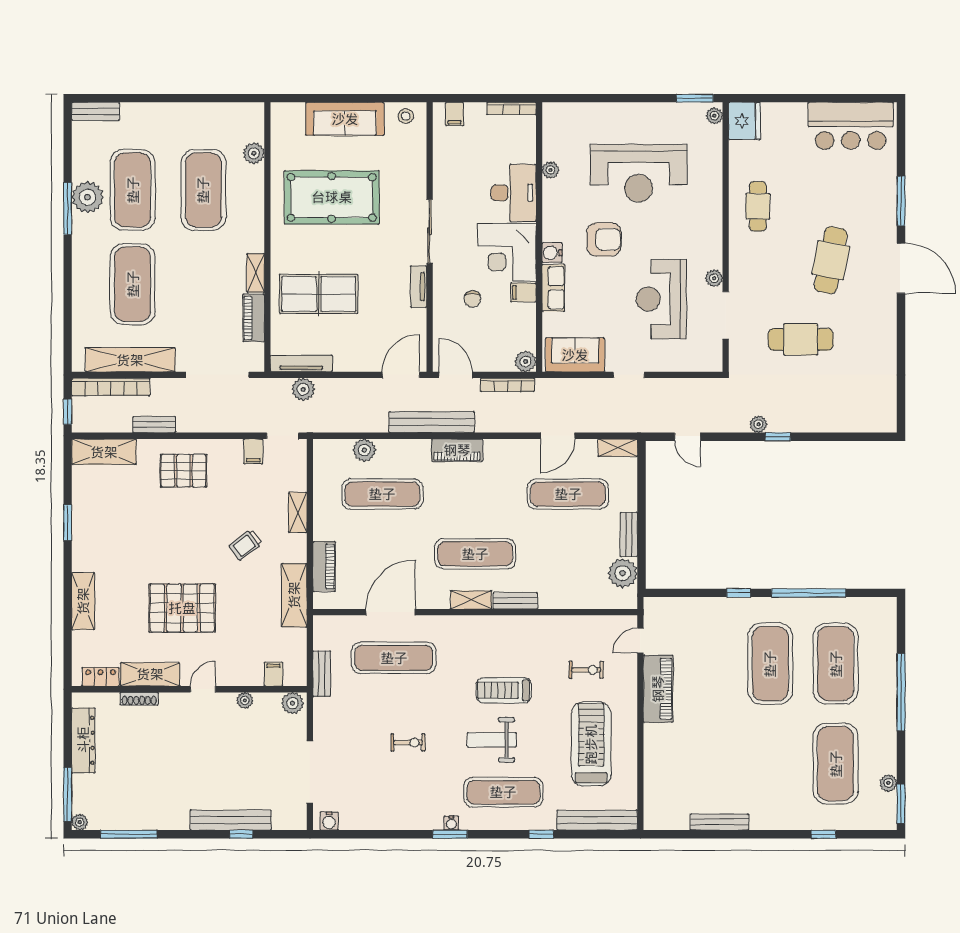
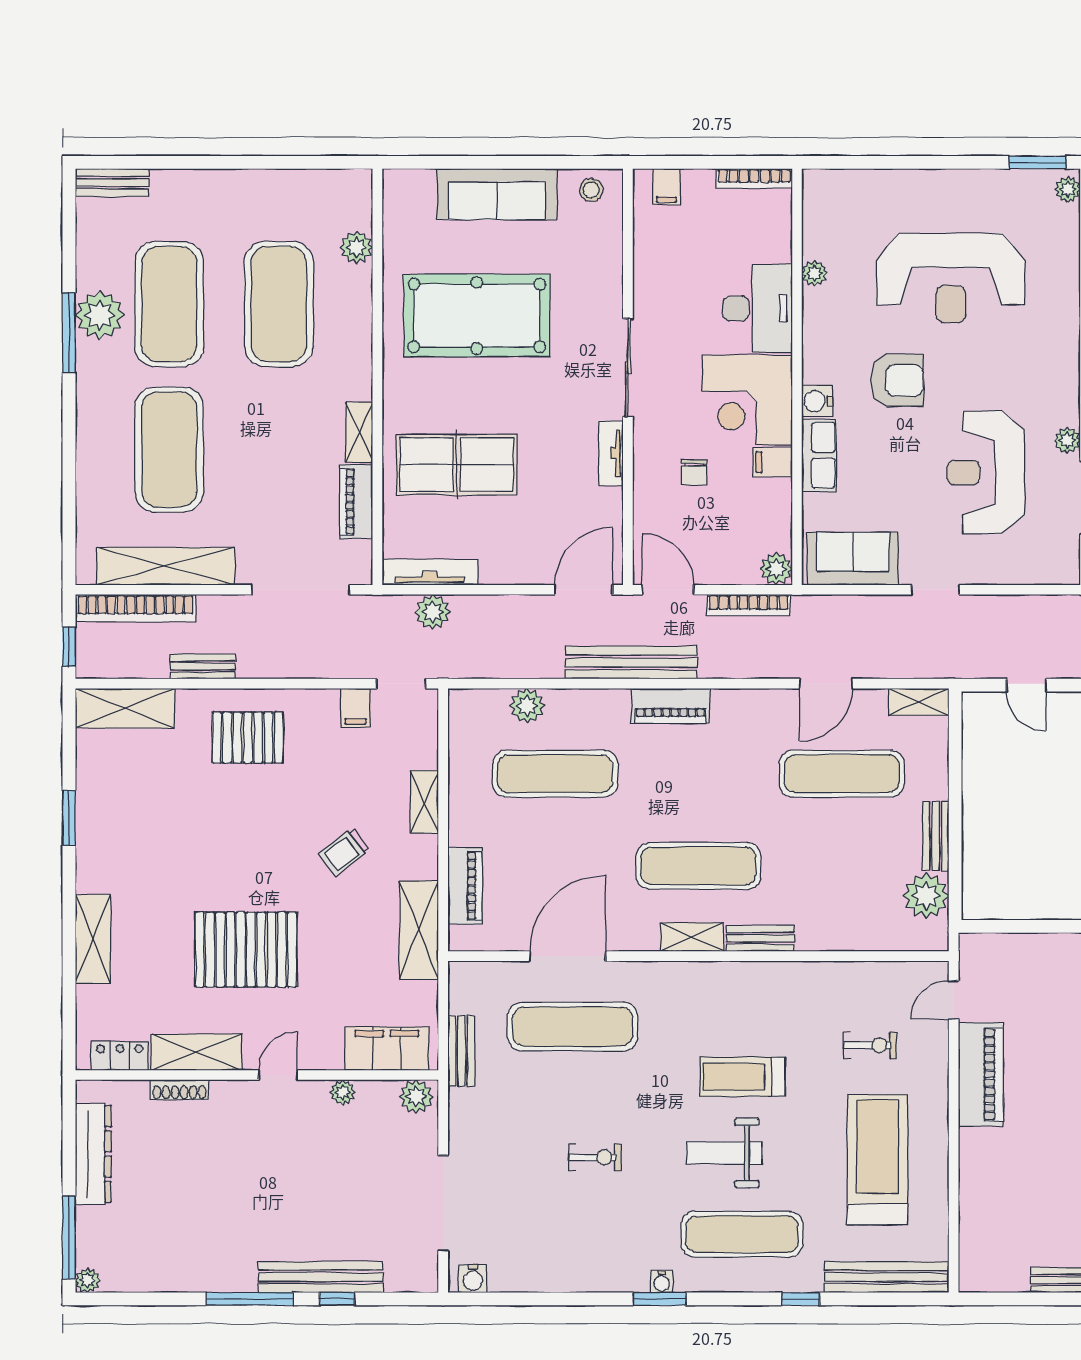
filing cabinet: (273, 674) -> (387, 1049), width x3.00, depth x1.17
window: (129, 834) -> (250, 1299), moved

